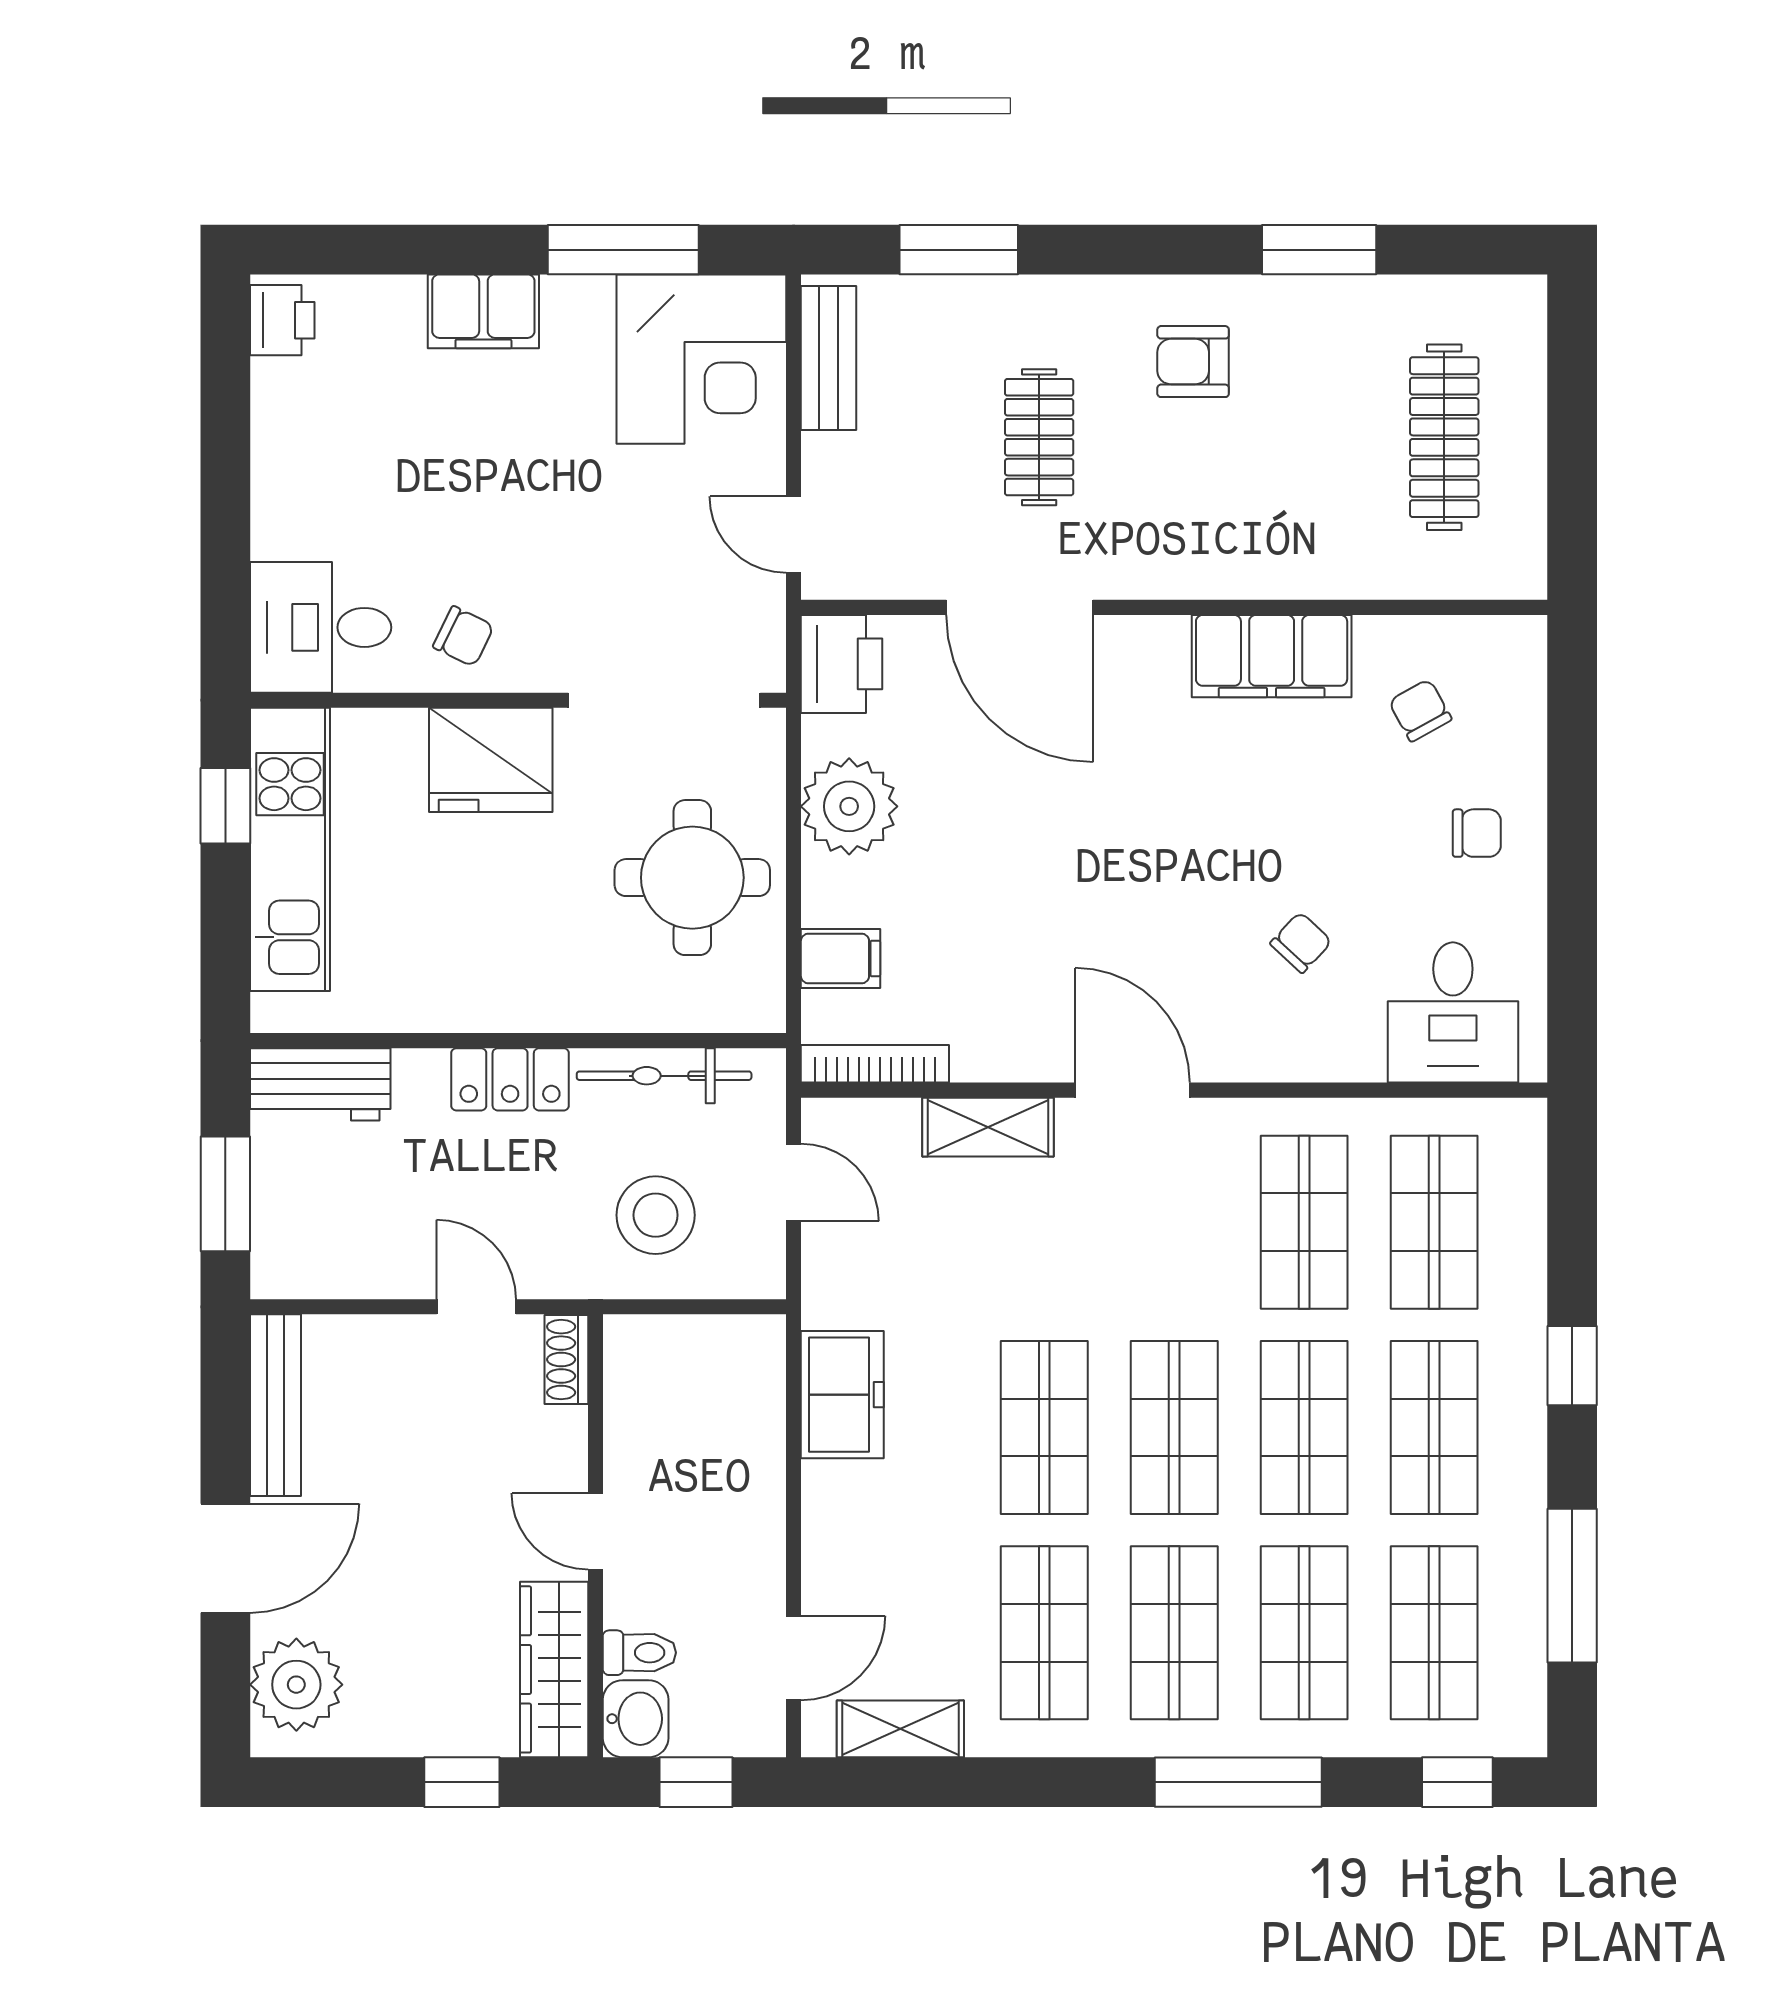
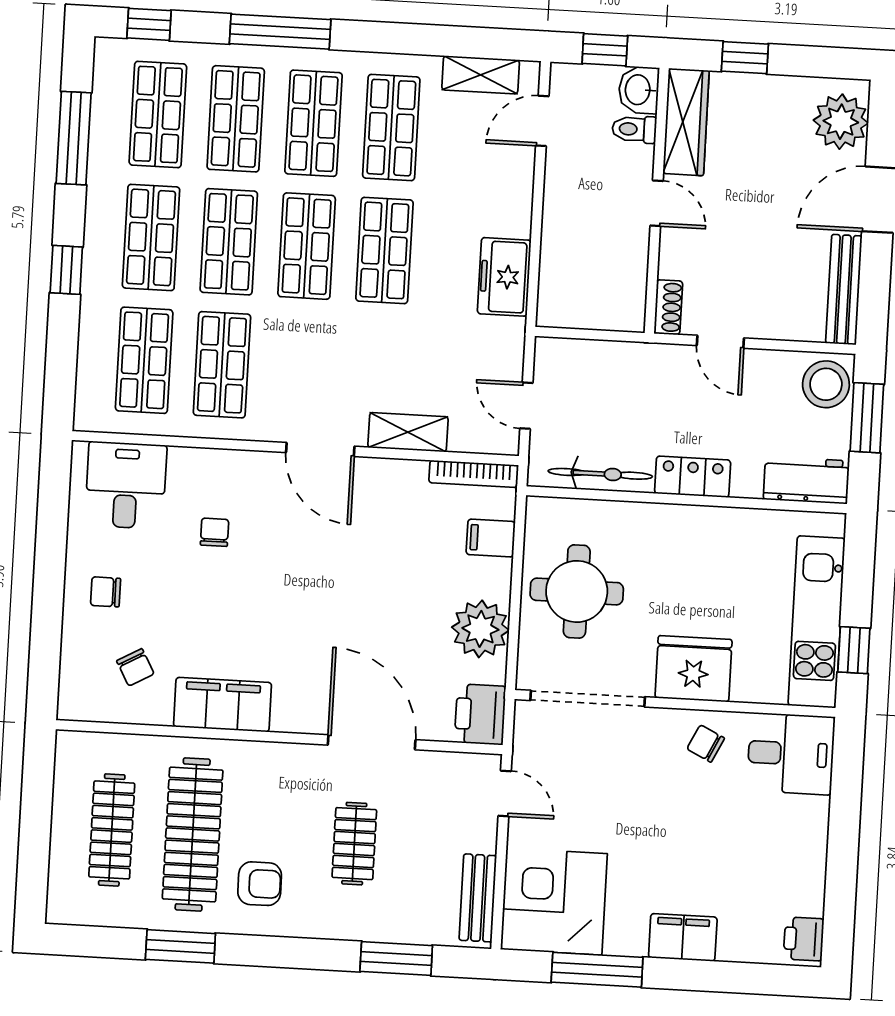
clothes rail: (1309, 437) -> (193, 835), added
chair: (1301, 942) -> (214, 532), turned 137
stool: (656, 1215) -> (826, 384), moved

